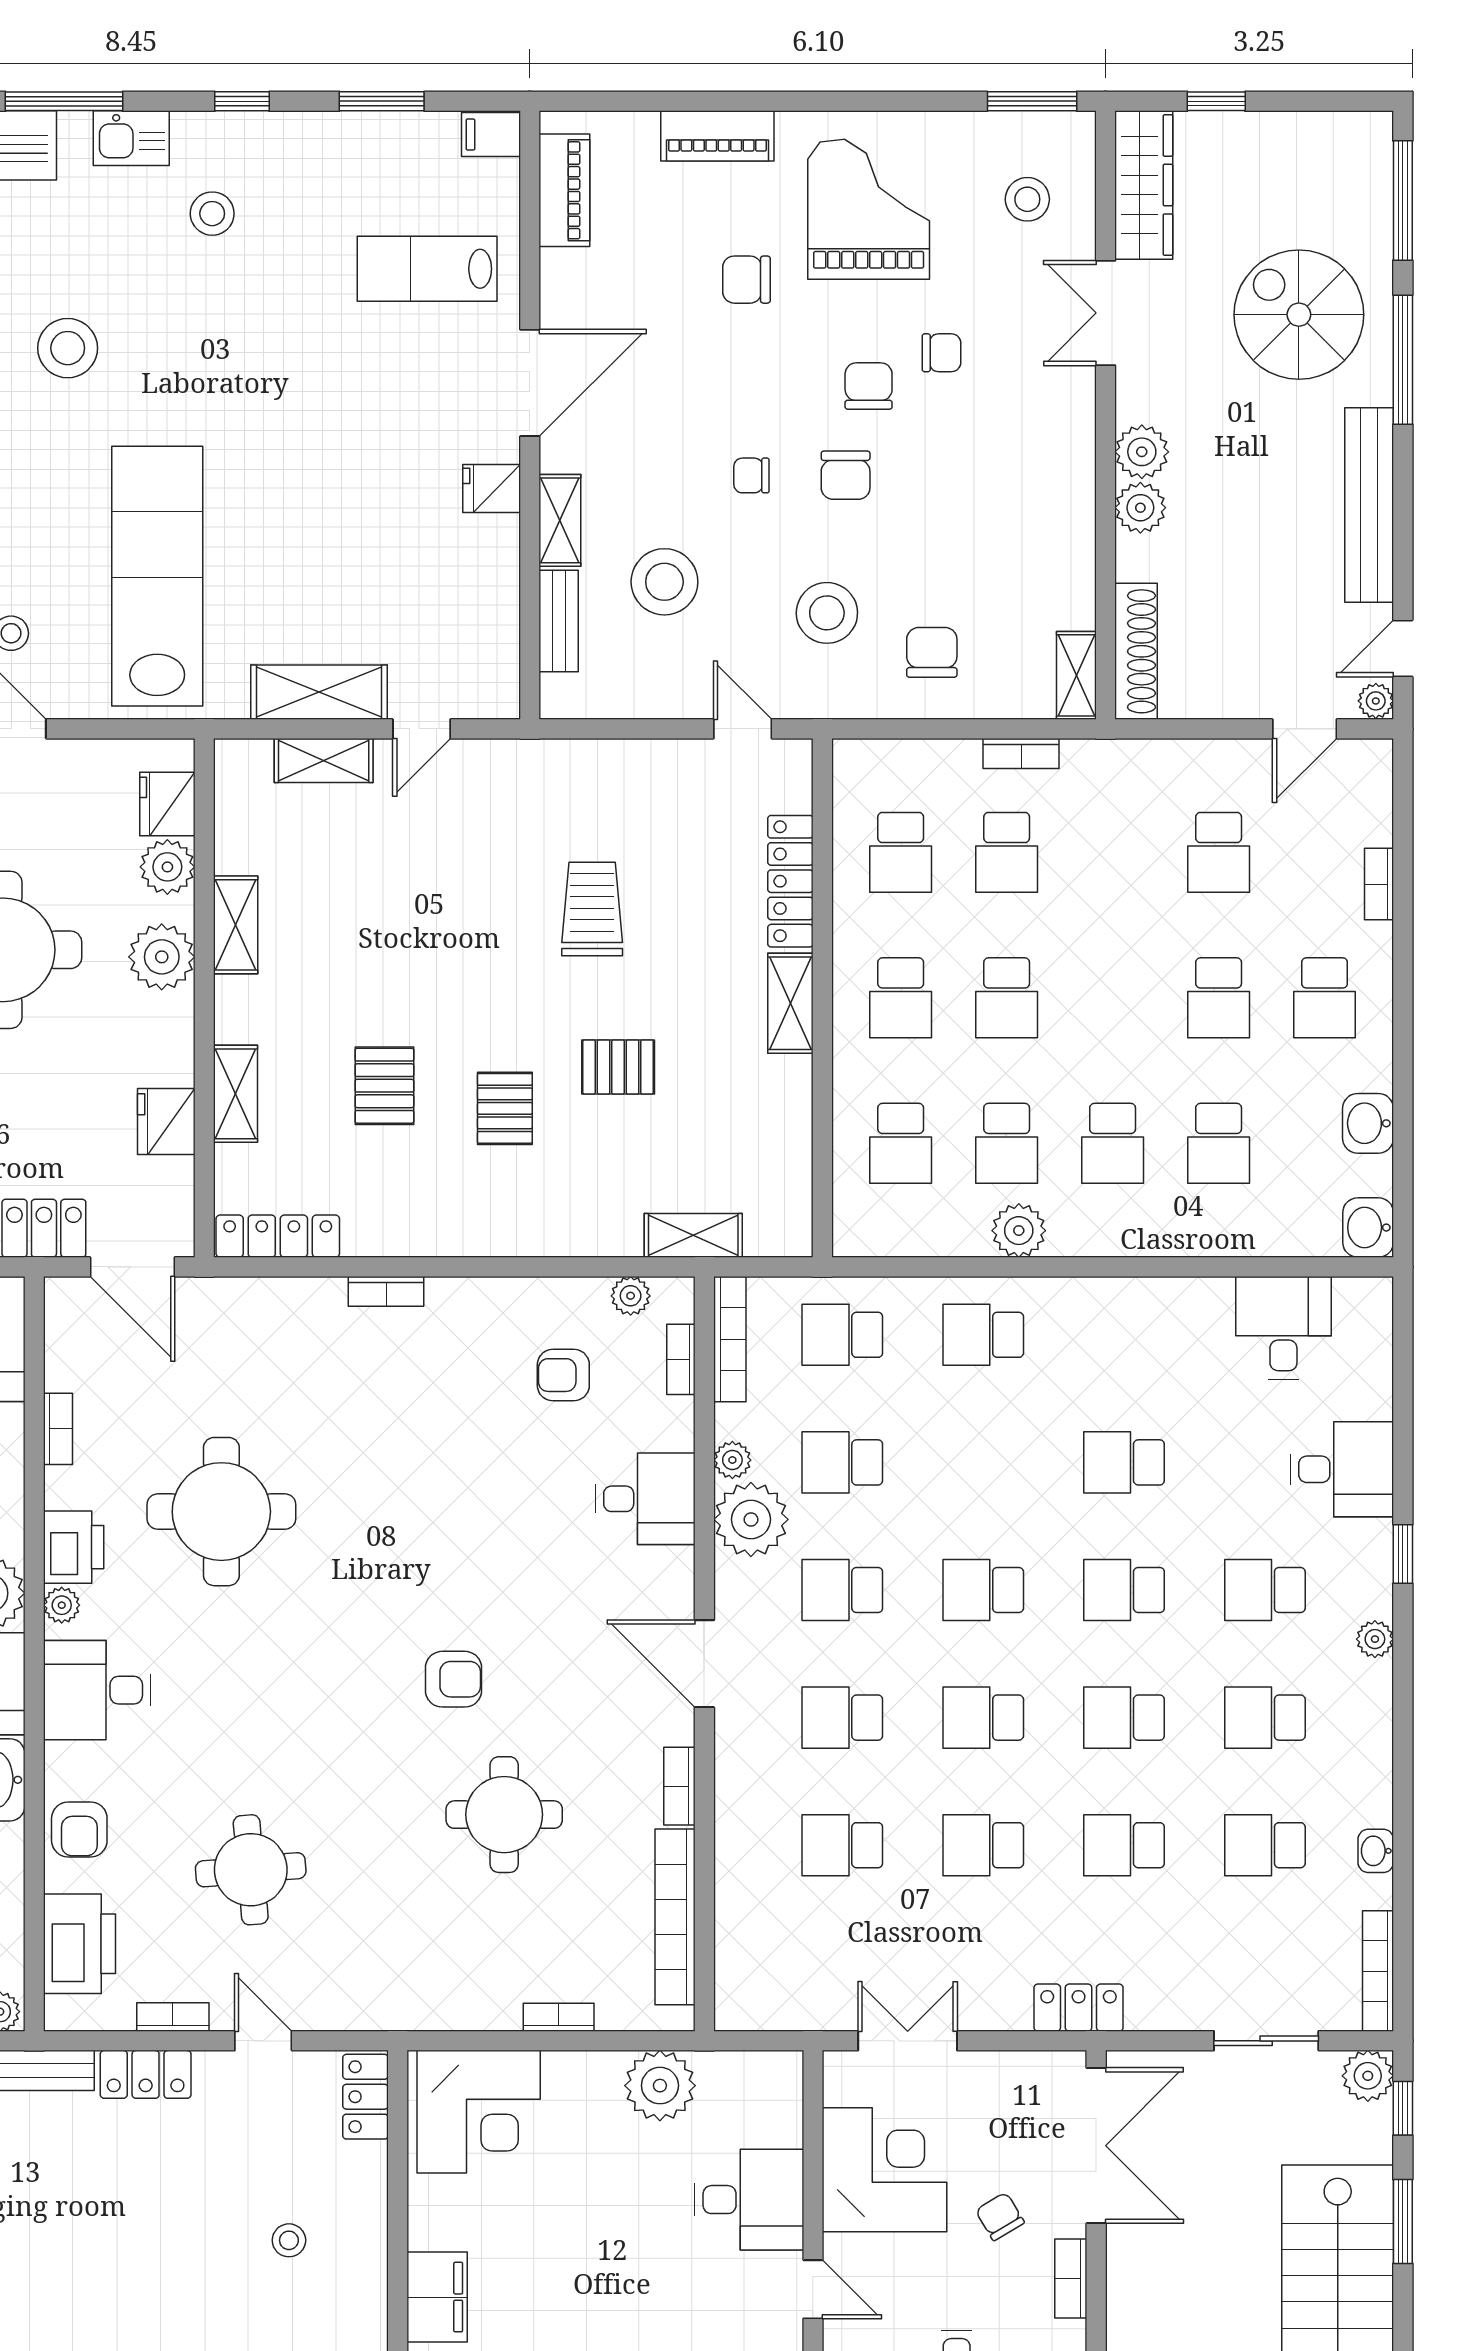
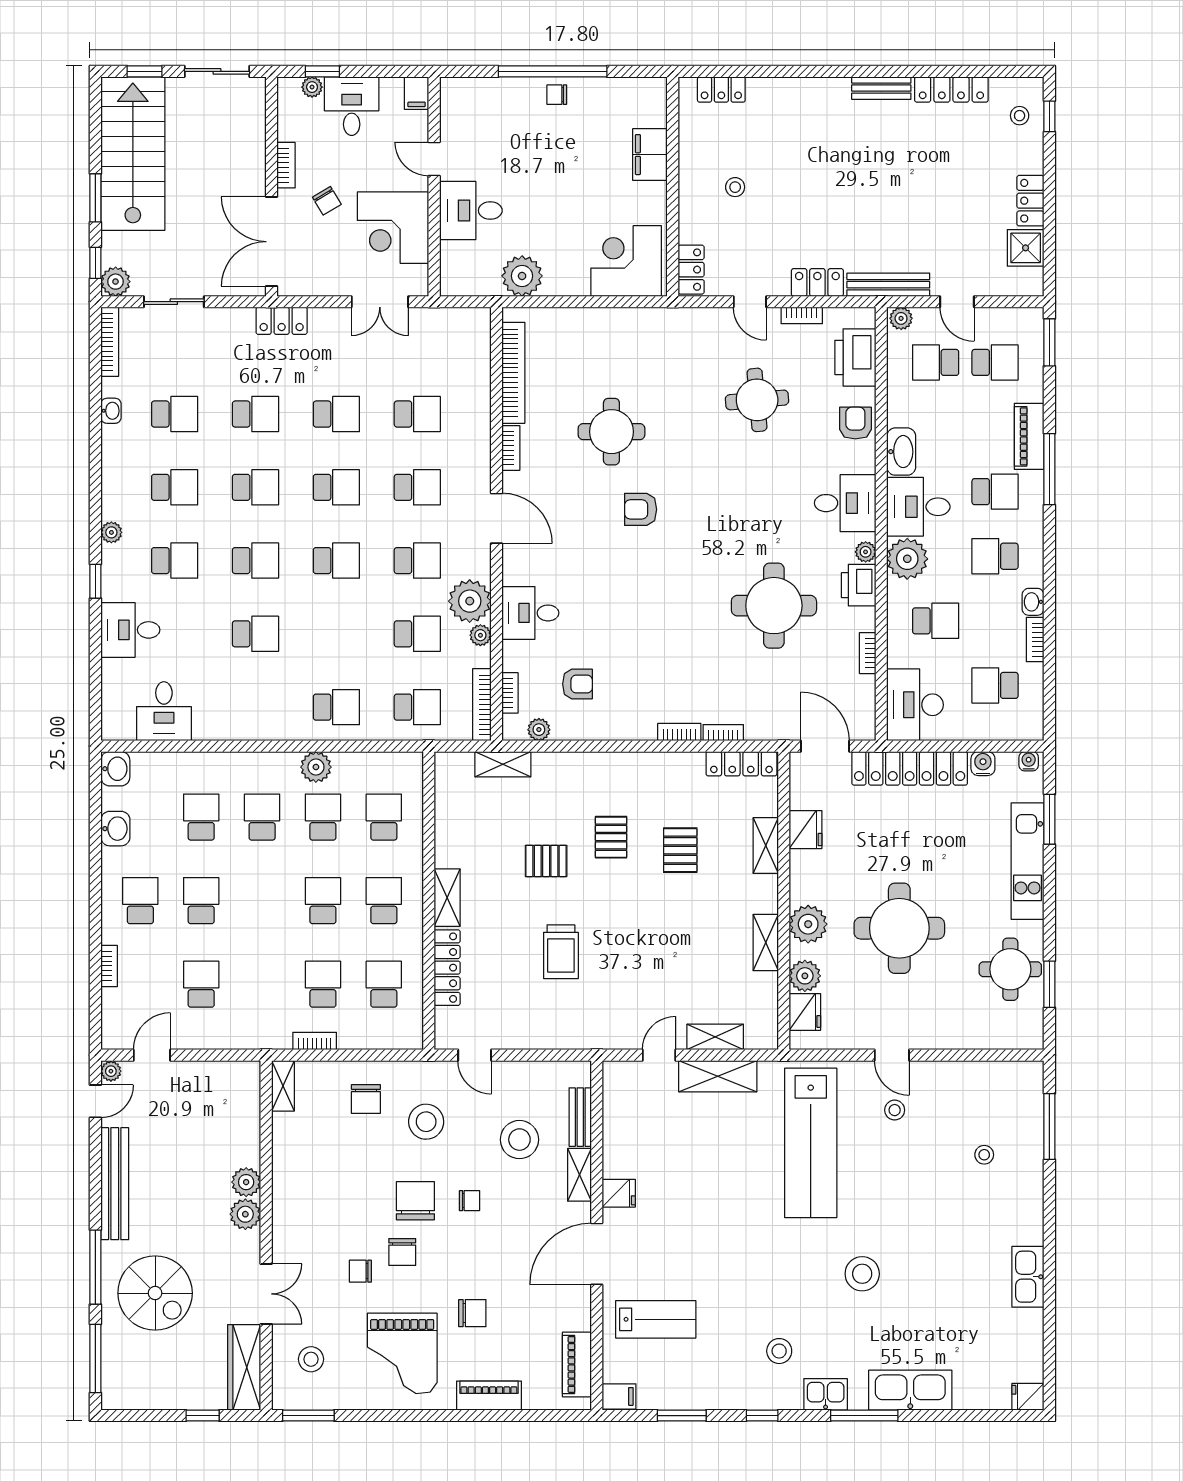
chair: (846, 475) -> (415, 1201), width x1.37, depth x1.37
shoe rack: (1136, 651) -> (249, 1100), removed
bookcase: (559, 2017) -> (723, 733), moved, turned 180

